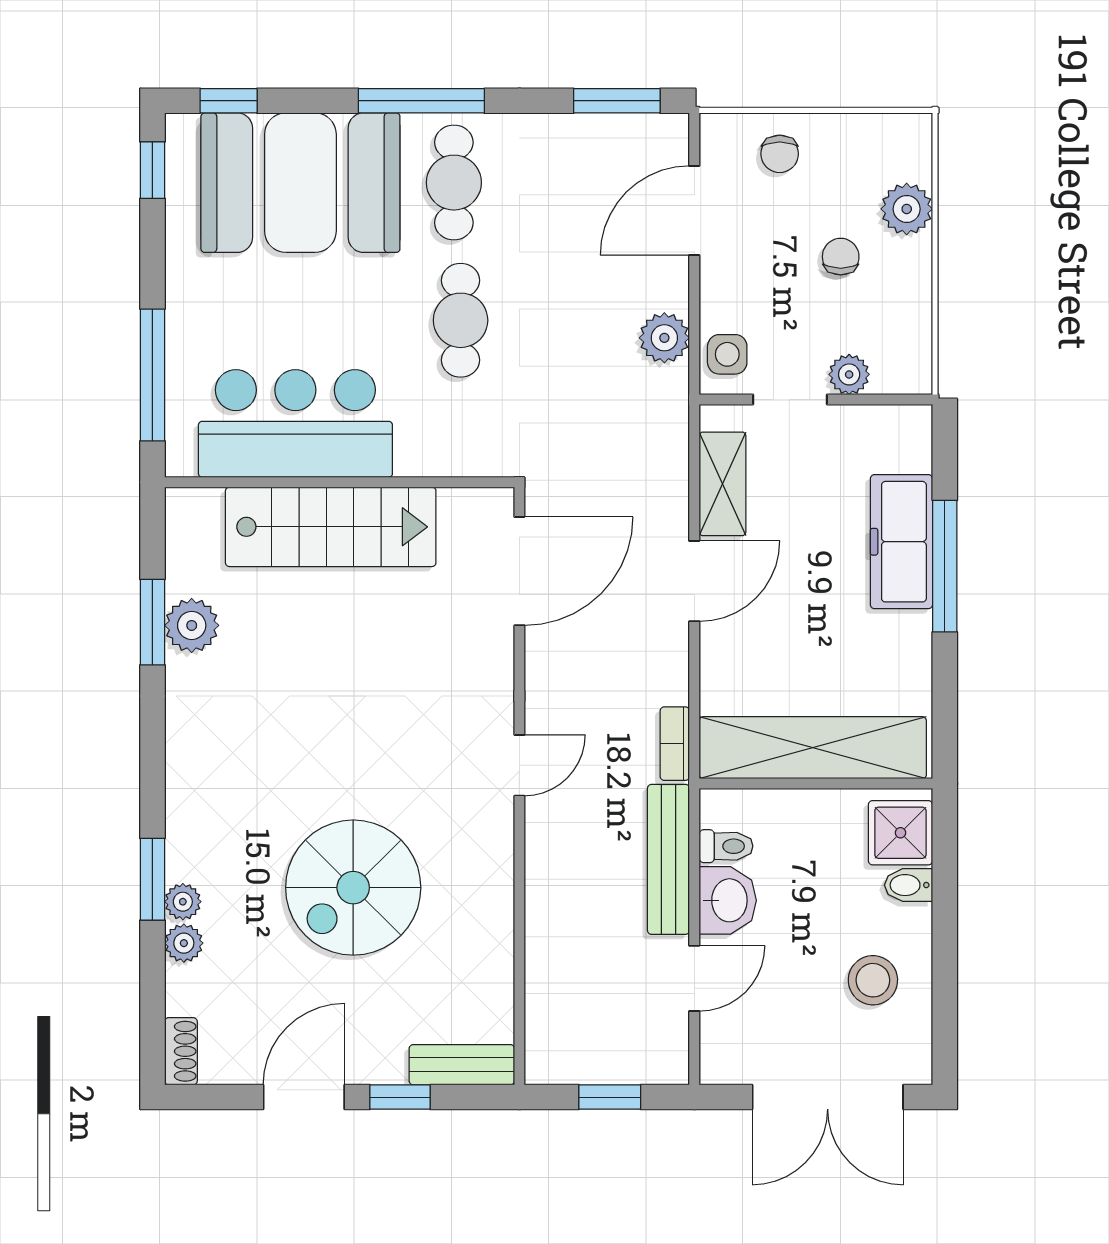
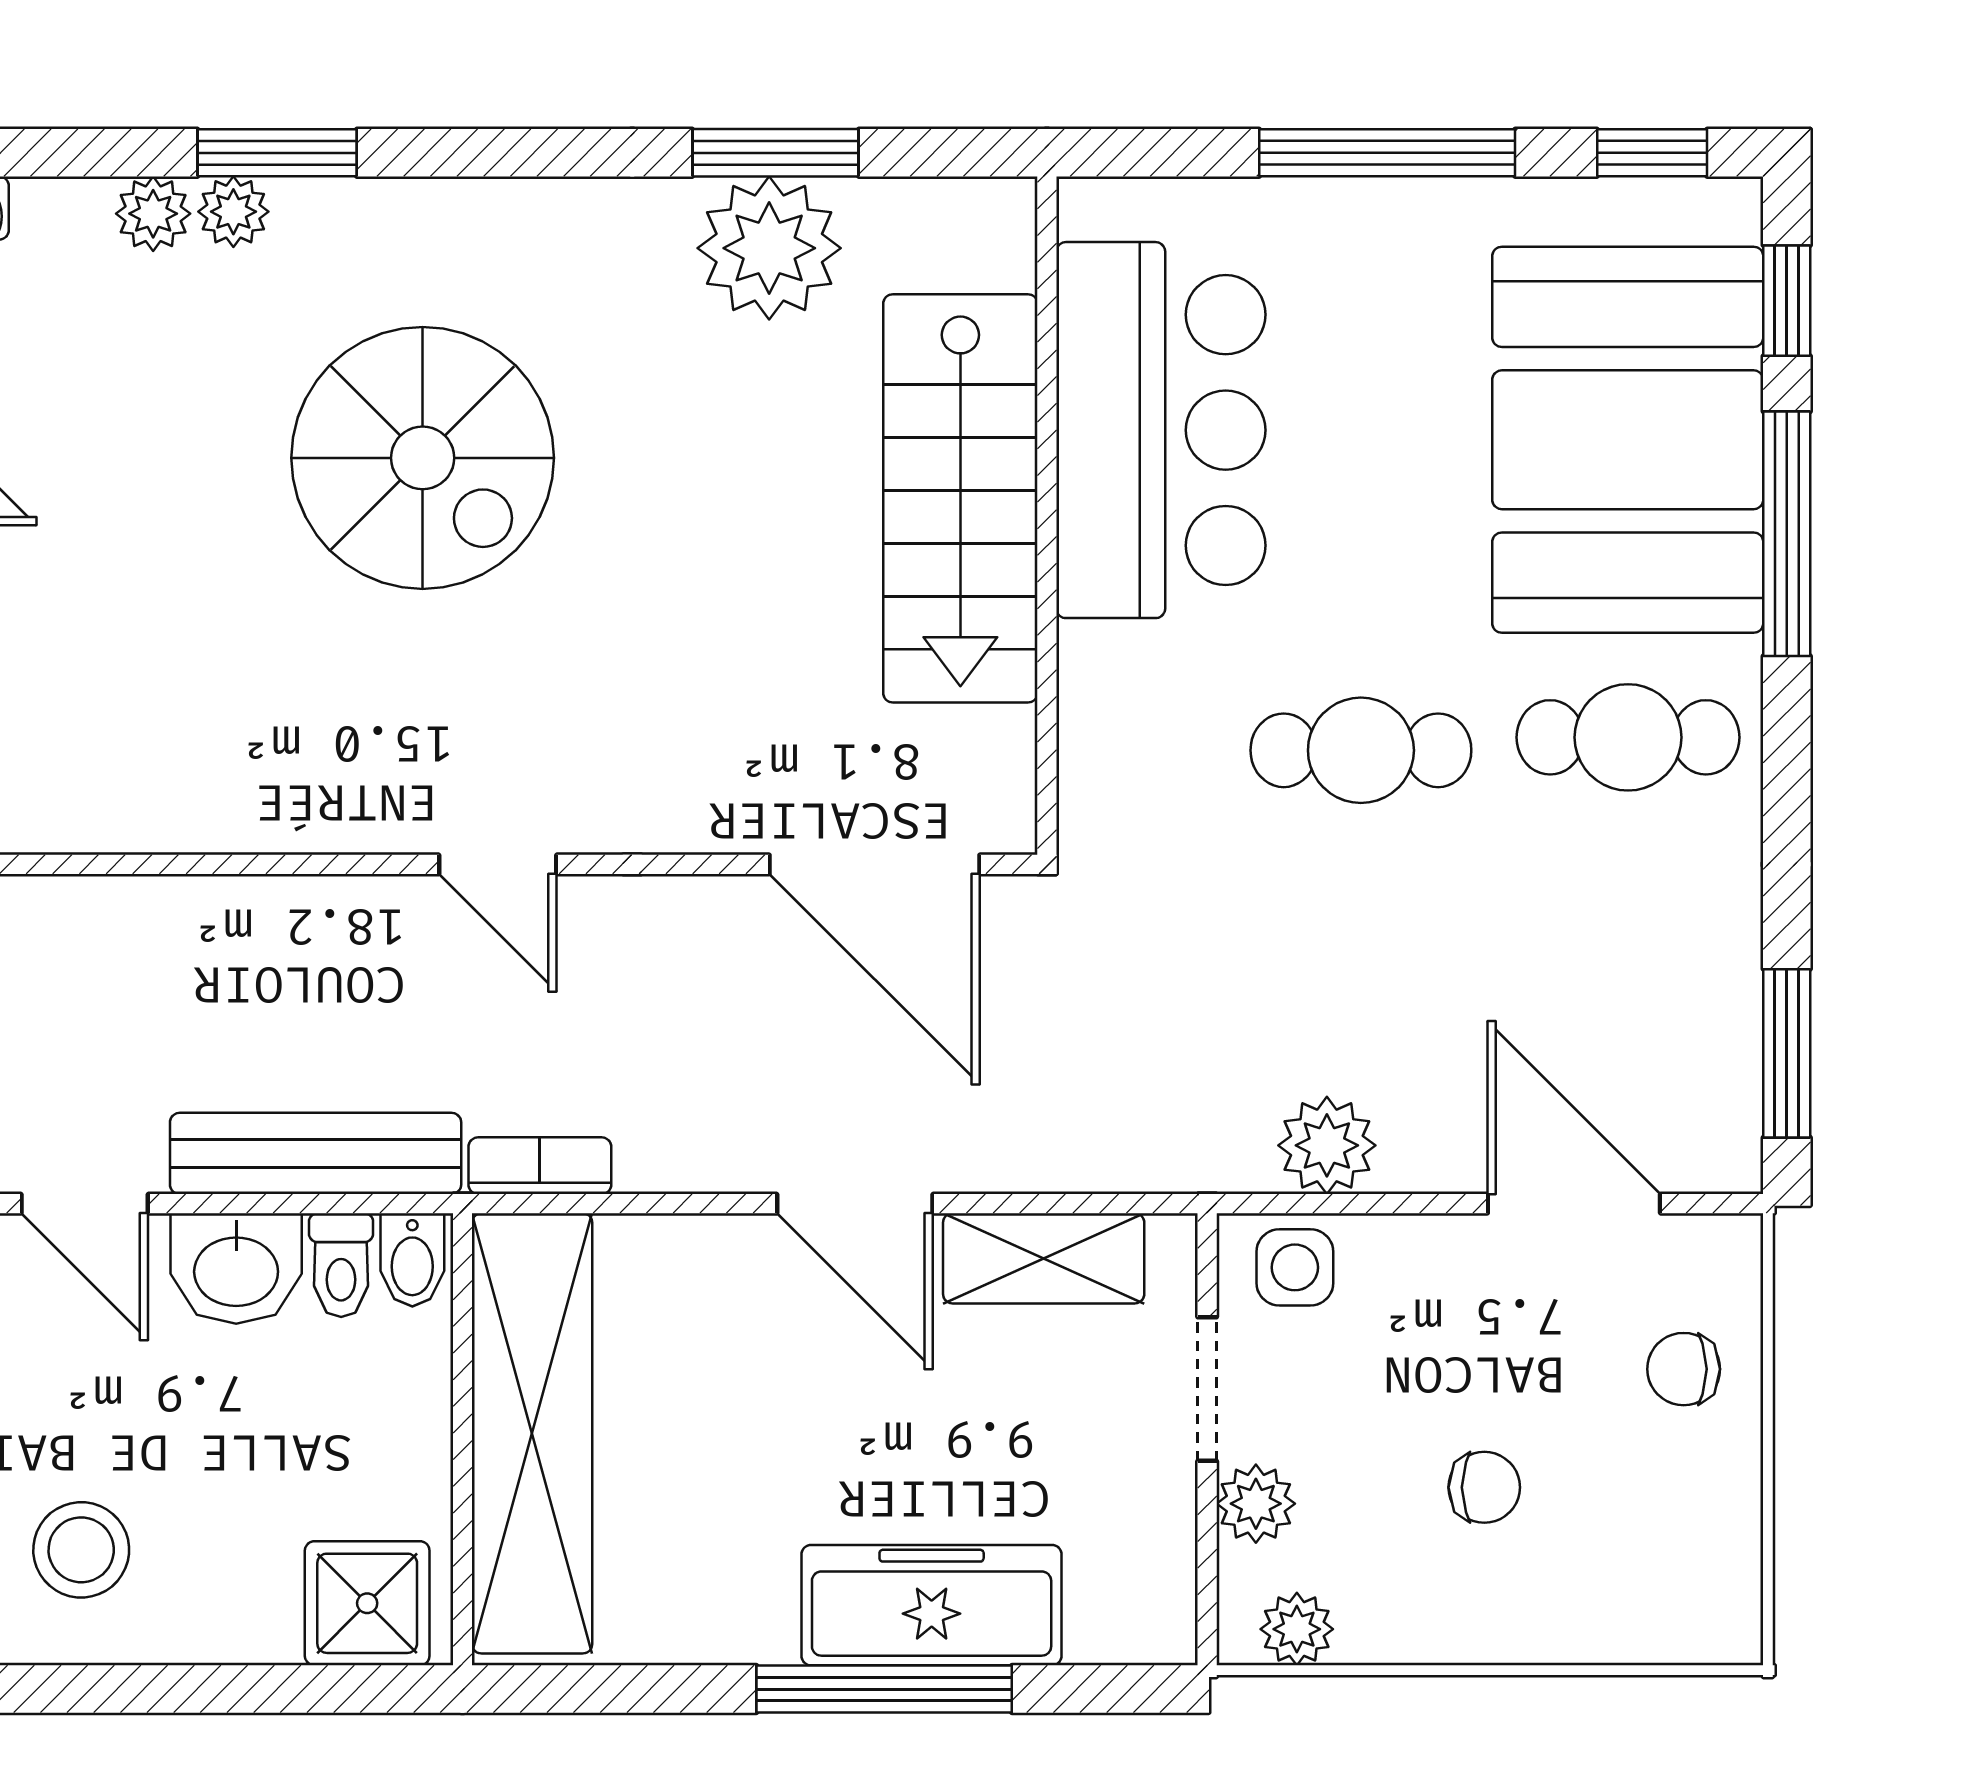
window: (421, 101) -> (1787, 534), moved
plant: (907, 209) -> (1297, 1629), moved, width x0.73, depth x0.73
window: (152, 375) -> (1387, 153), moved
plant: (192, 625) -> (769, 248), width x1.36, depth x1.36
bidet: (908, 885) -> (412, 1260), moved, turned 180
spiral stairs: (353, 888) -> (423, 458), moved, turned 180

